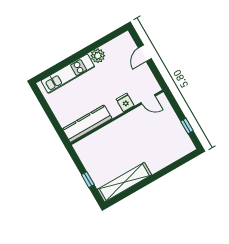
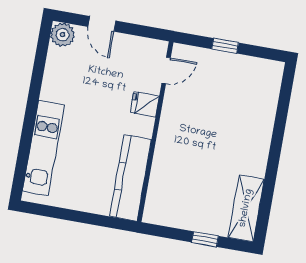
plant: (98, 56) -> (63, 35), moved
window: (187, 126) -> (225, 46), moved
shelving: (124, 182) -> (246, 208), width x0.68

